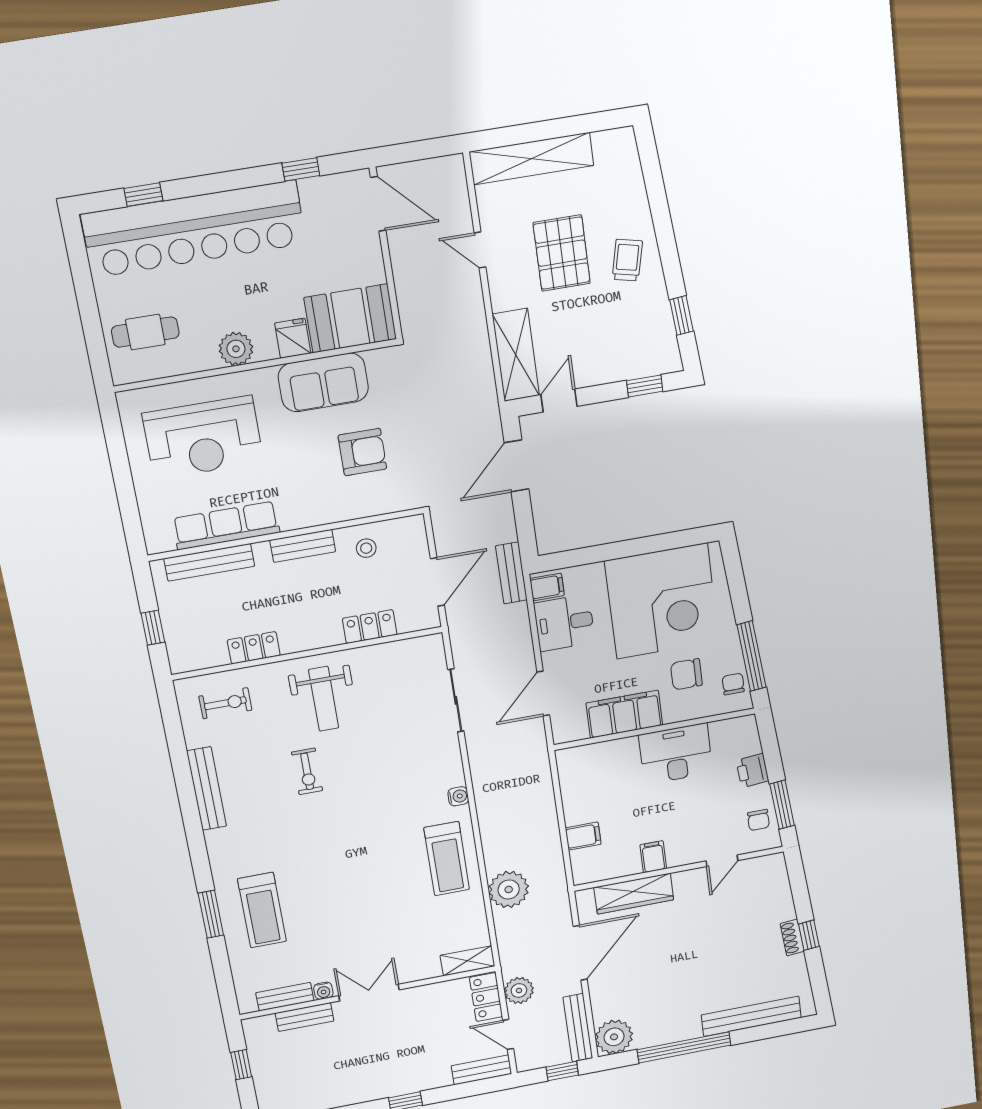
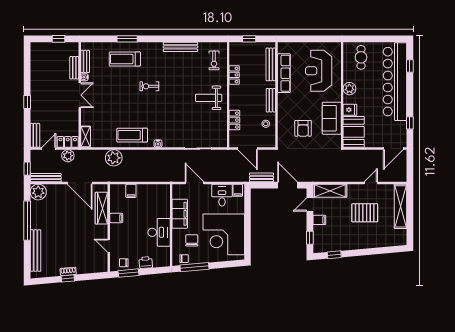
trolley: (627, 260) -> (358, 237), removed
filing cabinet: (596, 369) -> (319, 220), added
door: (559, 401) -> (310, 205), swing flipped
bench: (511, 573) -> (262, 177), moved
exercise bike: (307, 771) -> (149, 86), moved

